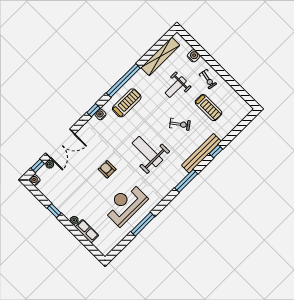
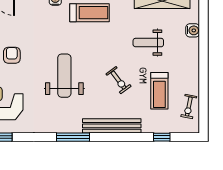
exercise bike: (208, 79) -> (189, 106), moved
window: (216, 151) -> (162, 137), moved

